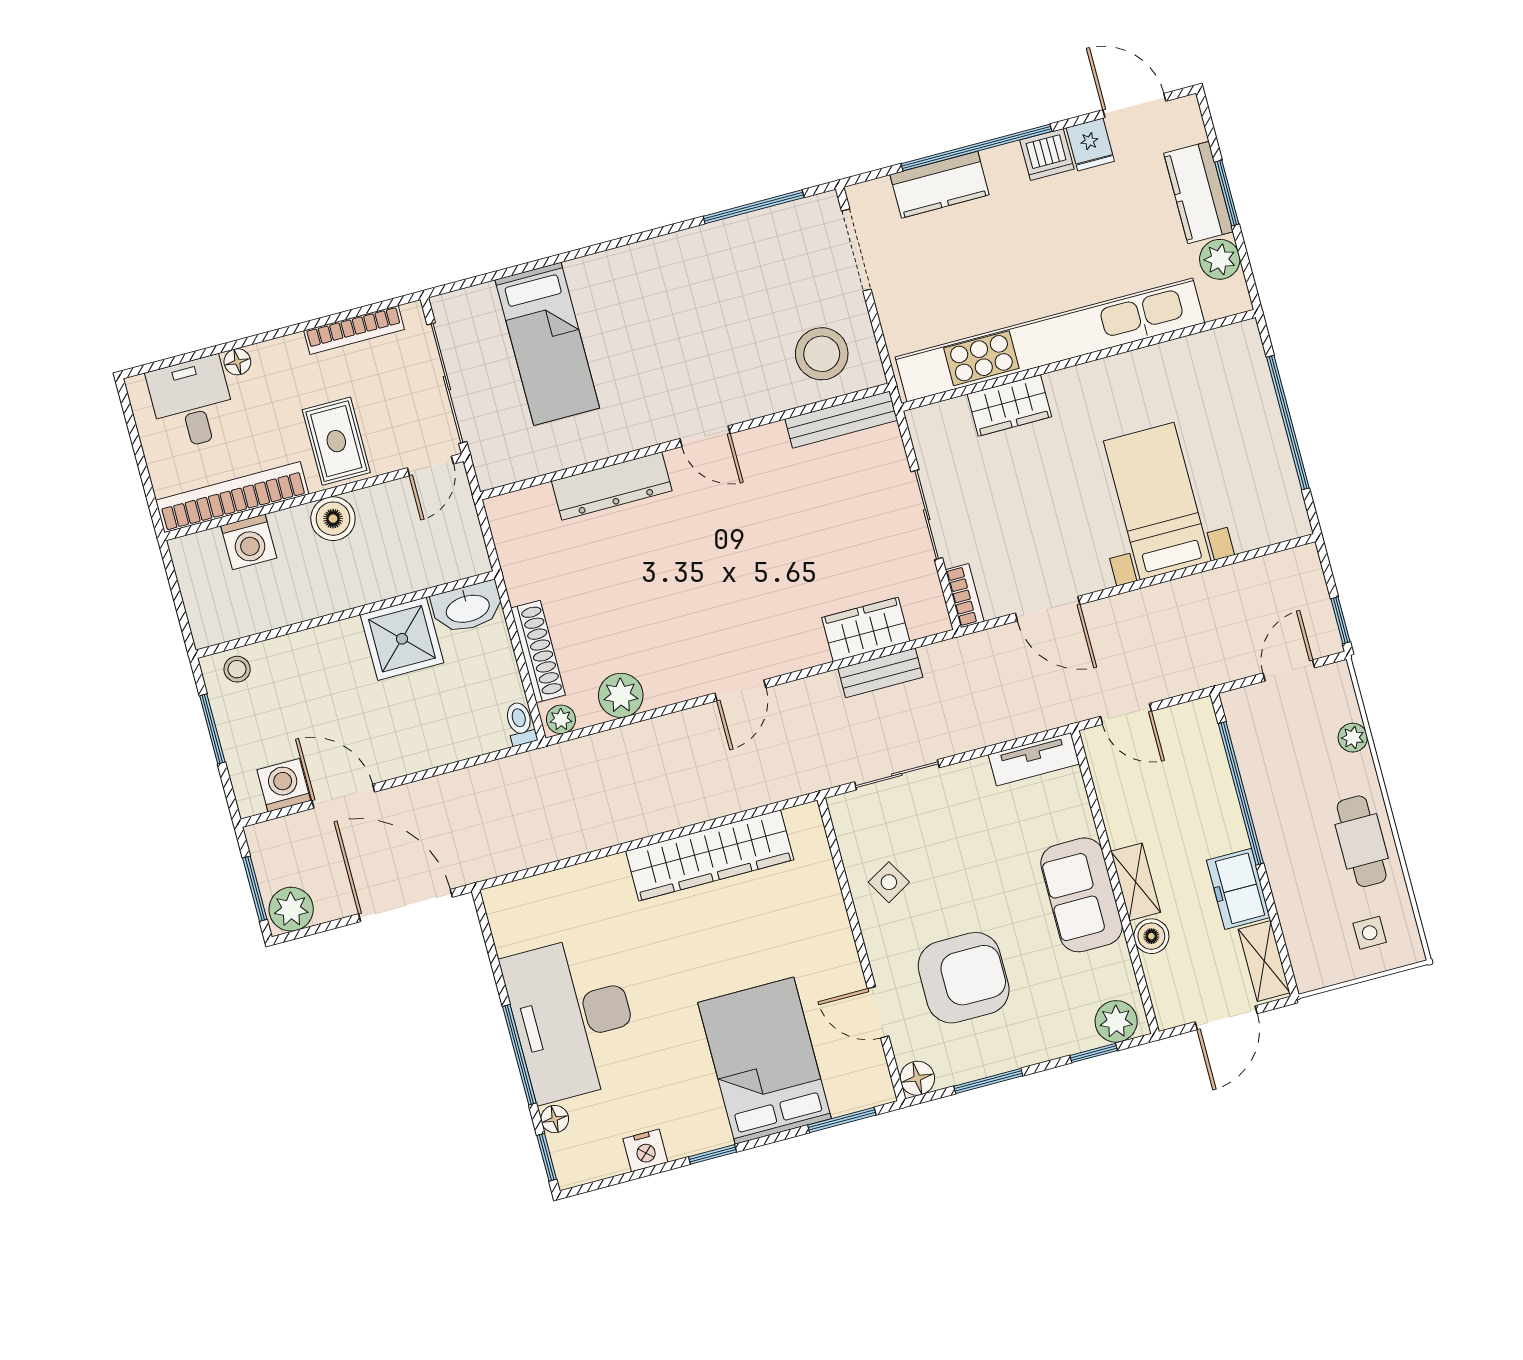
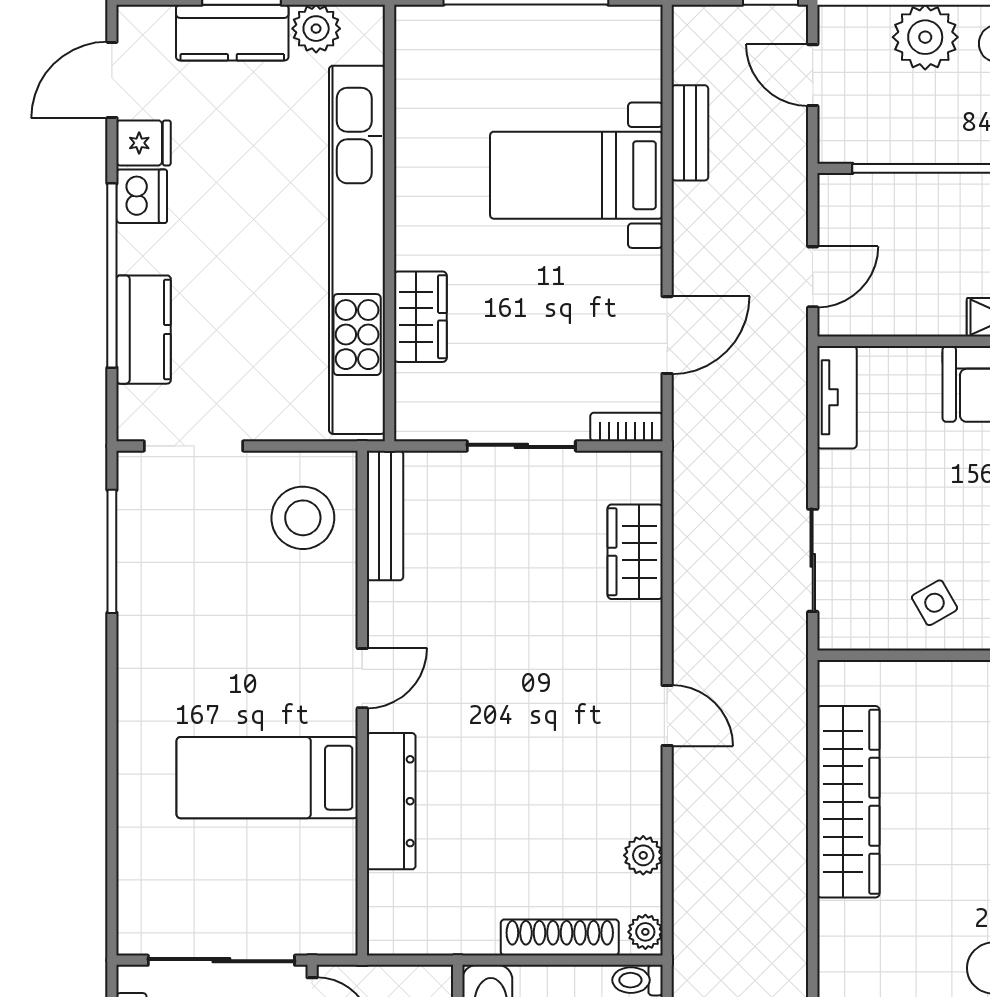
bed: (547, 344) -> (267, 778), moved, turned 180
bench: (880, 673) -> (690, 133), moved
plant: (621, 695) -> (643, 855), width x0.73, depth x0.73
plant: (1353, 738) -> (925, 37), width x1.87, depth x1.87

